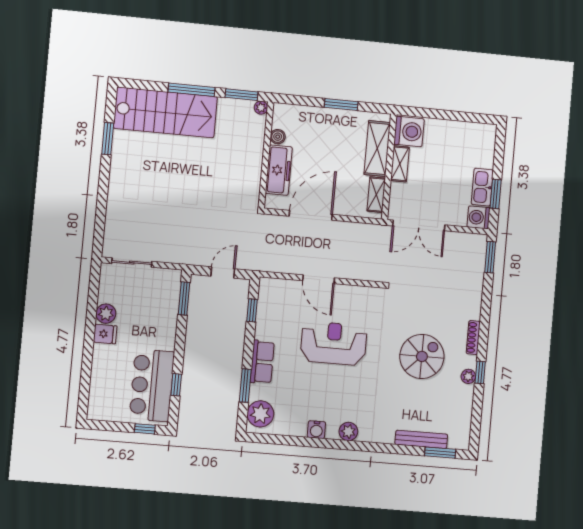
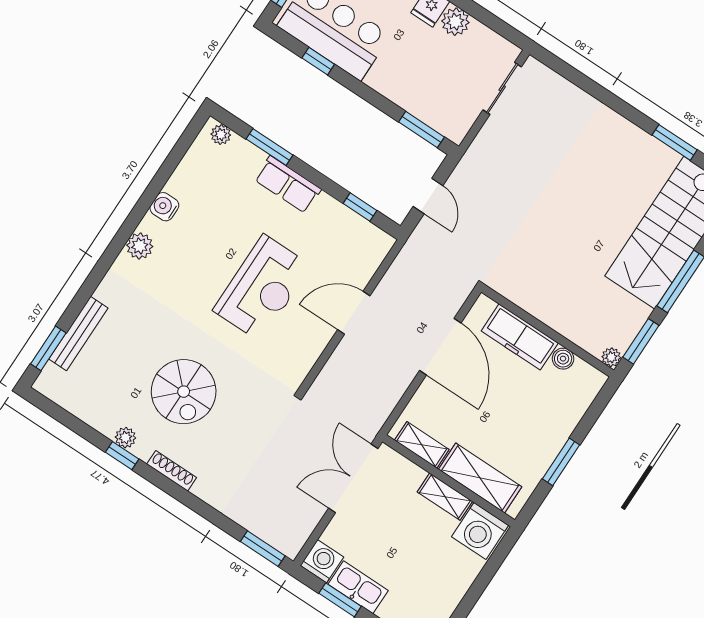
plant: (260, 414) -> (221, 135), width x0.53, depth x0.53

